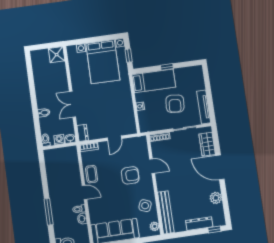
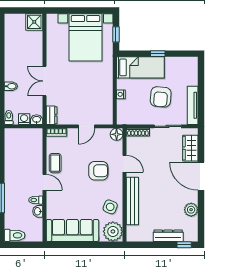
floor lamp: (142, 141) -> (117, 134), added
bench: (166, 212) -> (132, 201), moved
plant: (155, 226) -> (113, 231), width x1.87, depth x1.87

